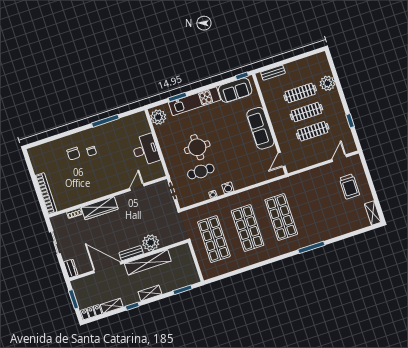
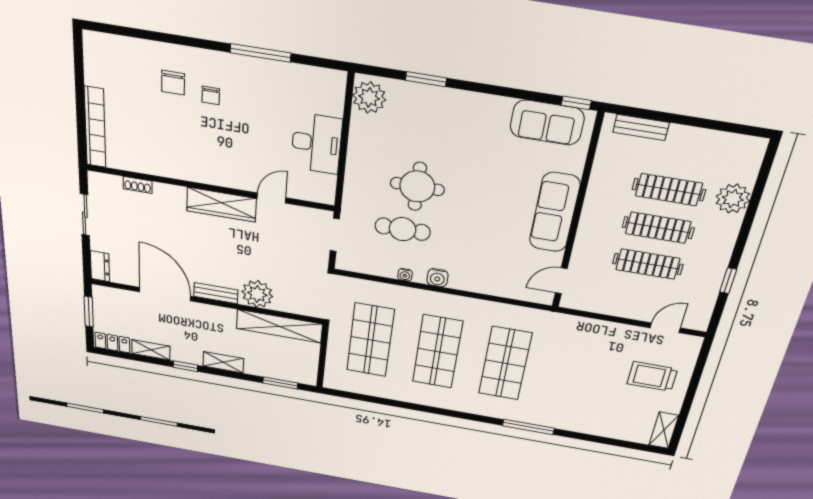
kitchen unit: (195, 101) -> (456, 104), removed
trolley: (349, 186) -> (652, 376), turned 90
wardrobe: (100, 208) -> (221, 205), moved
shelving: (148, 262) -> (279, 326), moved

